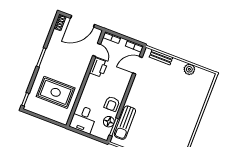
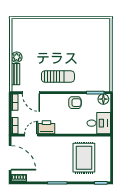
plant: (189, 69) -> (17, 57), moved
floor lamp: (109, 122) -> (103, 99), moved
sun lounger: (125, 123) -> (58, 76), moved

